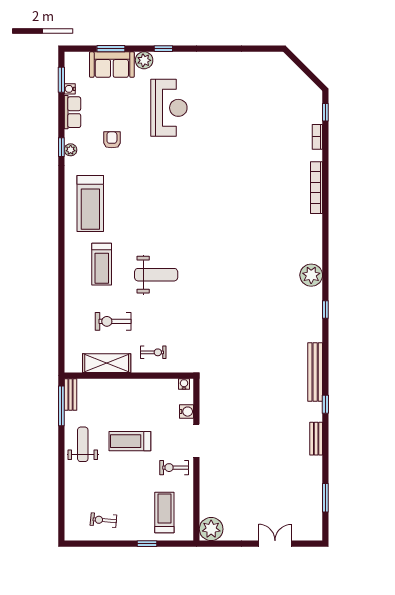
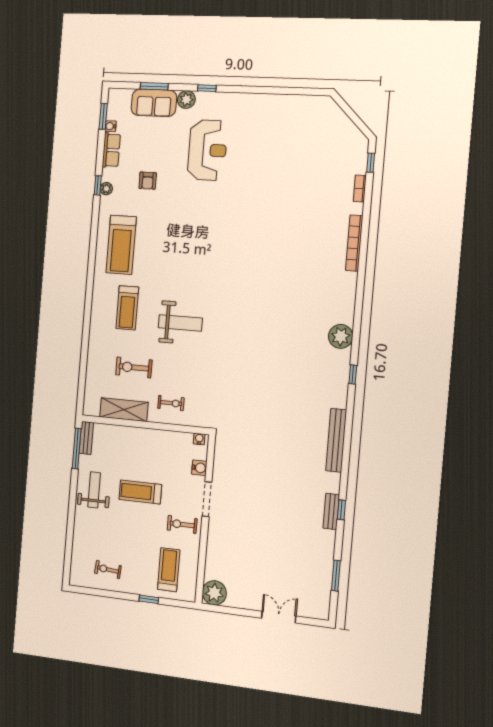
armchair: (112, 140) -> (148, 181), turned 180
window: (325, 404) -> (341, 510), moved

